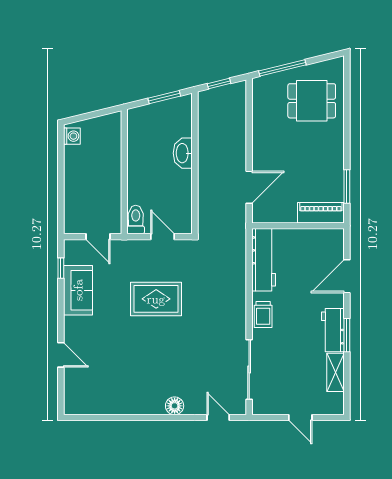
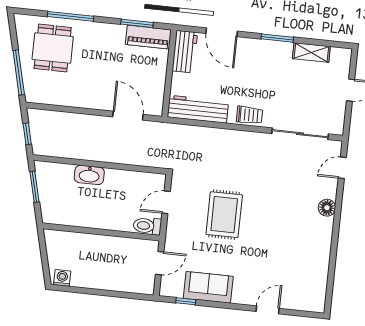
window: (347, 116) -> (71, 16), added
piano: (321, 213) -> (148, 37), moved, turned -90
workbench: (333, 330) -> (185, 52), moved, turned -90

